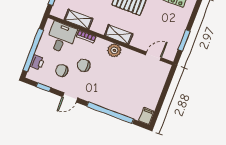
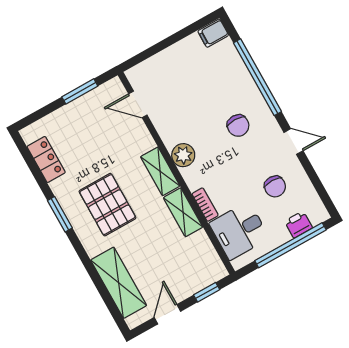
shelving: (78, 19) -> (183, 212), moved
chair: (84, 65) -> (238, 126), moved
window: (43, 87) -> (318, 185), removed

